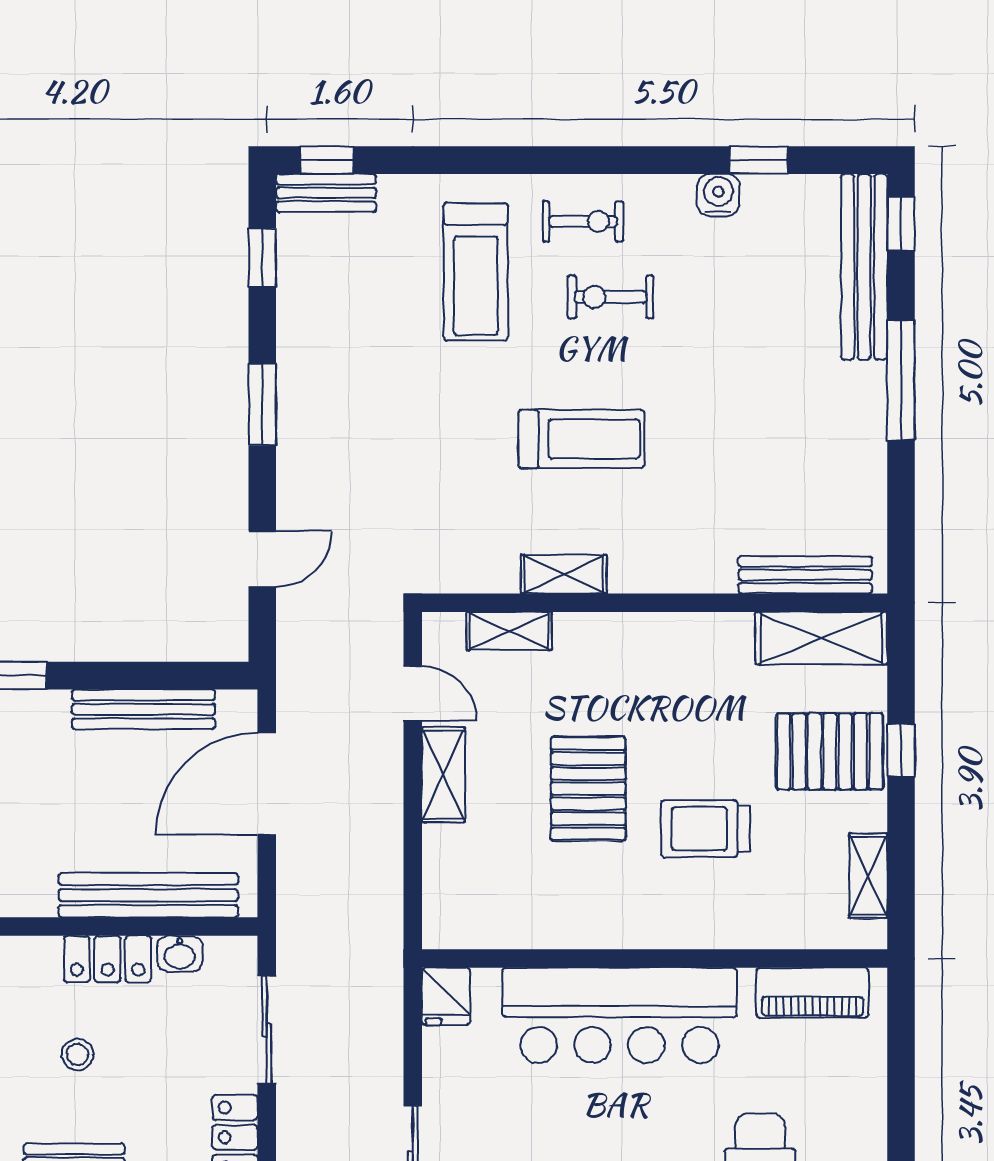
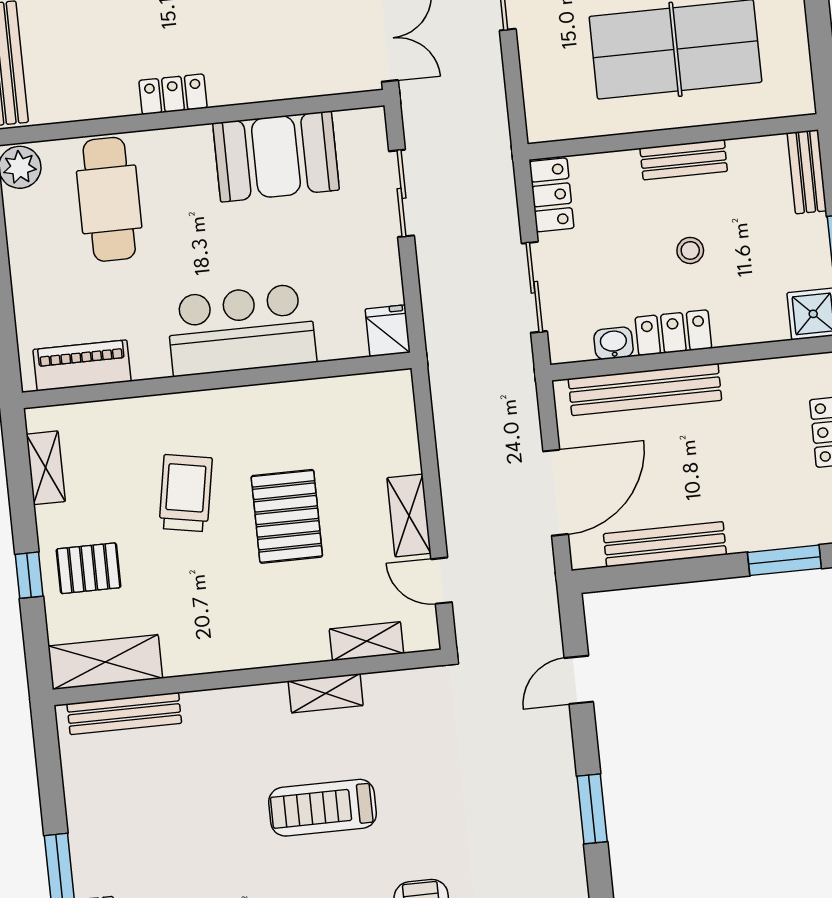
pallet: (830, 751) -> (88, 568), width x0.67, depth x0.71
trolley: (705, 829) -> (186, 493), turned -80
bar counter: (619, 1015) -> (241, 330), width x0.73

